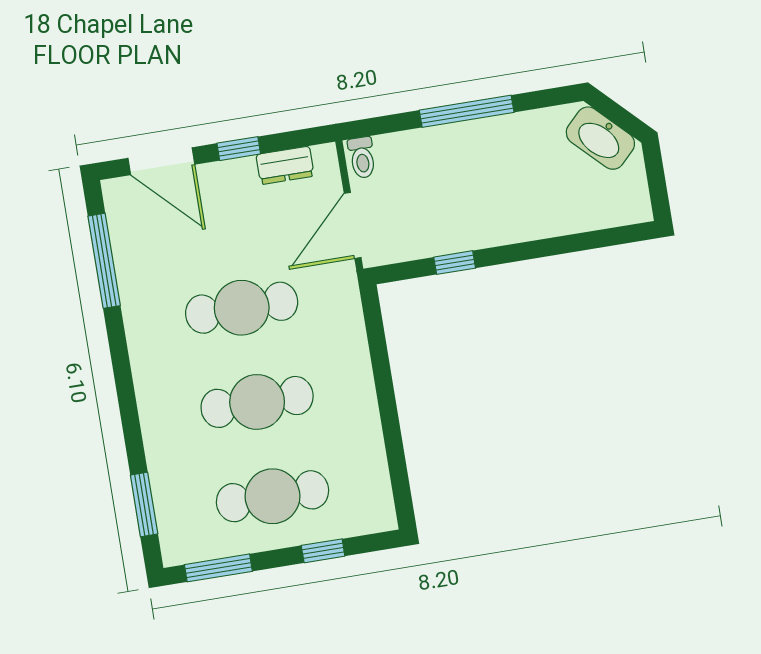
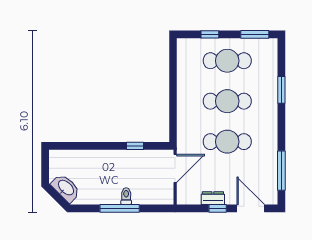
toilet: (362, 158) -> (126, 196), moved
dresser: (285, 165) -> (213, 198), moved
window: (144, 505) -> (281, 90), moved

